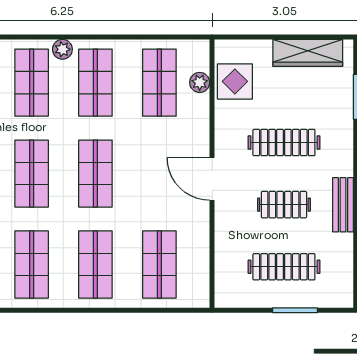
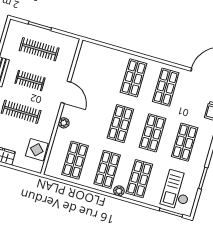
plant: (200, 82) -> (64, 123), moved
door: (212, 179) -> (66, 92), moved
shop shelf: (159, 265) -> (101, 69), removed

